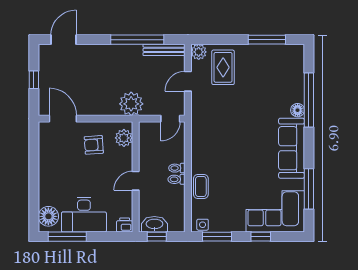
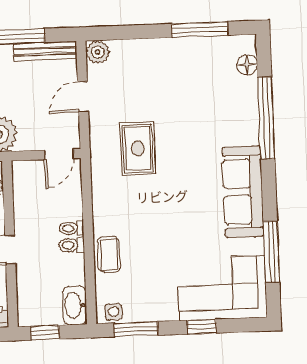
rug: (223, 67) -> (138, 148), moved
floor lamp: (298, 110) -> (247, 65), moved
washbasin: (154, 224) -> (75, 305), moved, turned -90

